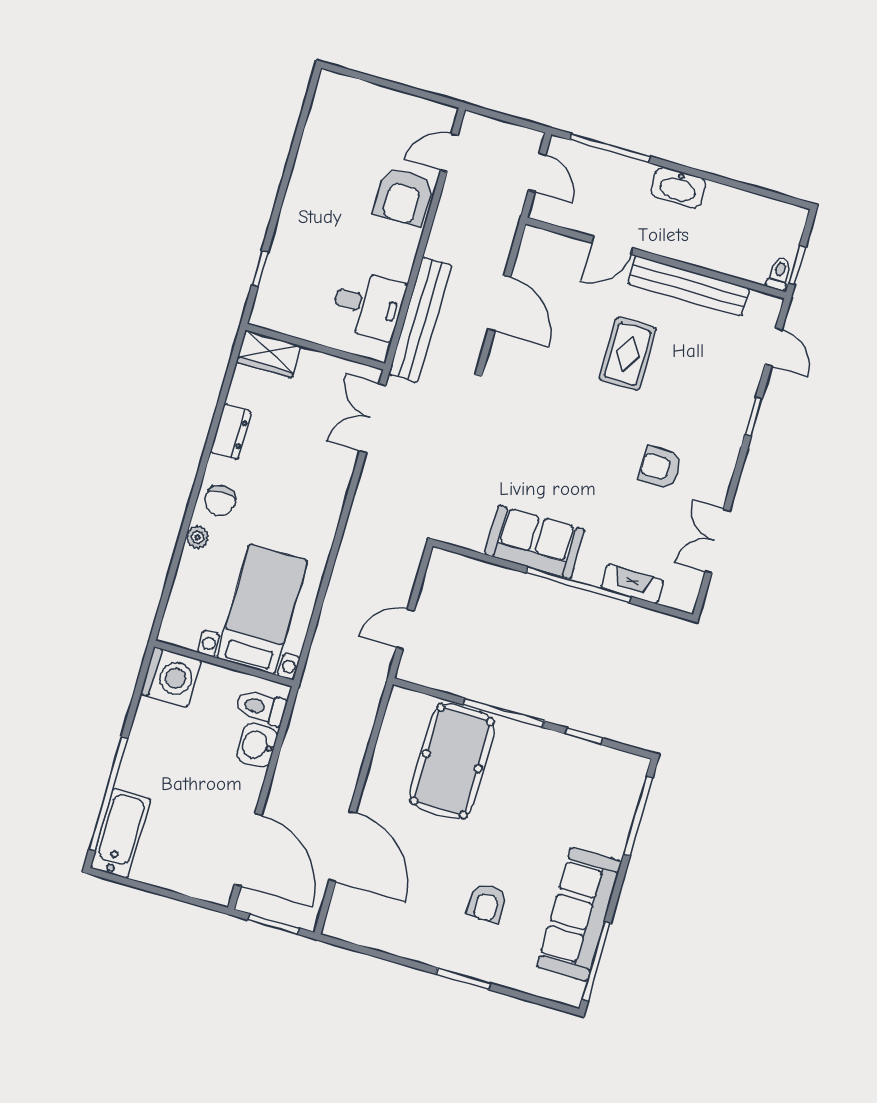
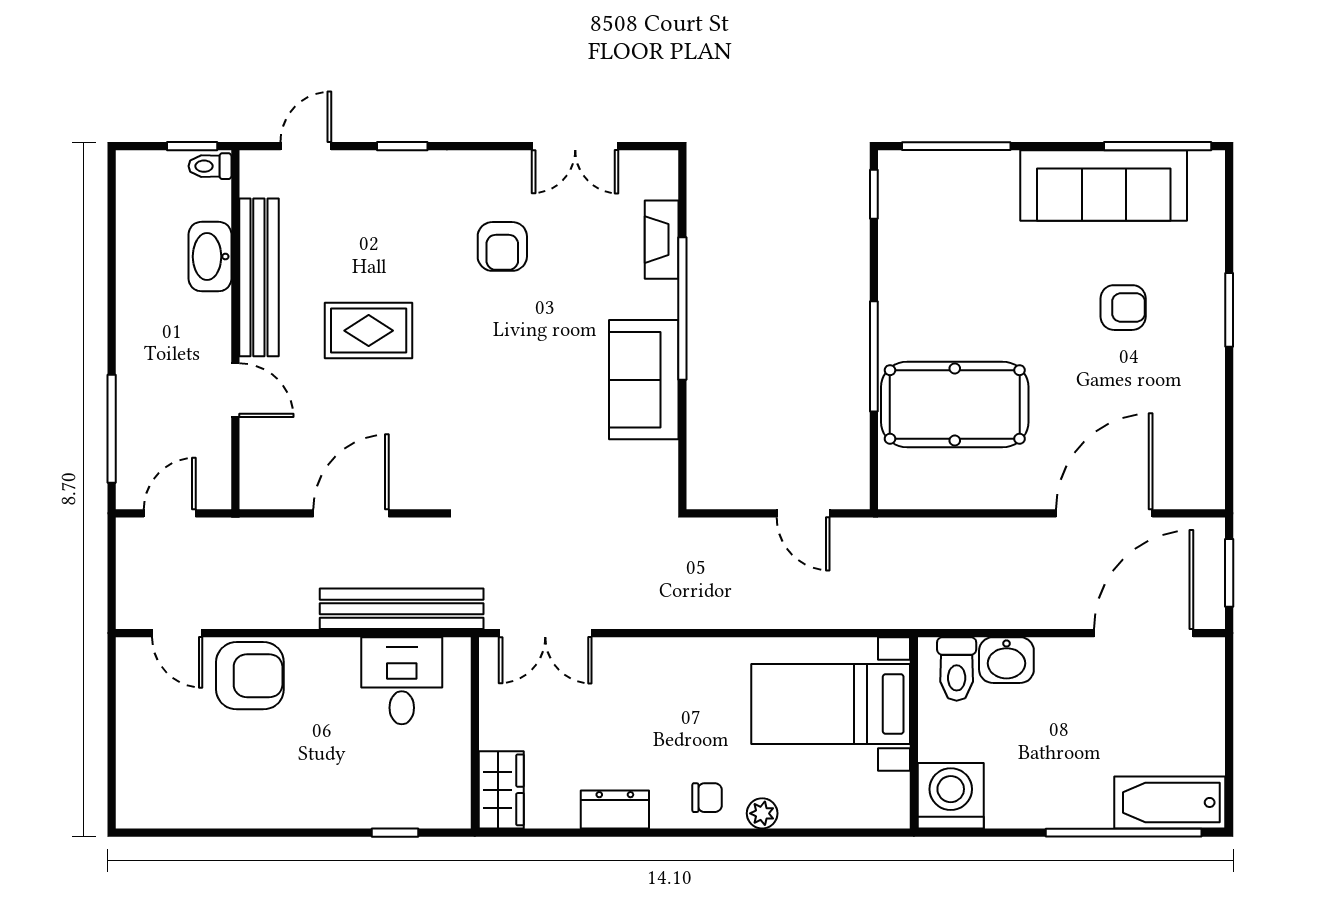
washbasin: (678, 187) -> (210, 257), moved, turned 180
chair: (220, 501) -> (707, 798), width x0.73, depth x0.73
window: (584, 736) -> (874, 194), moved

